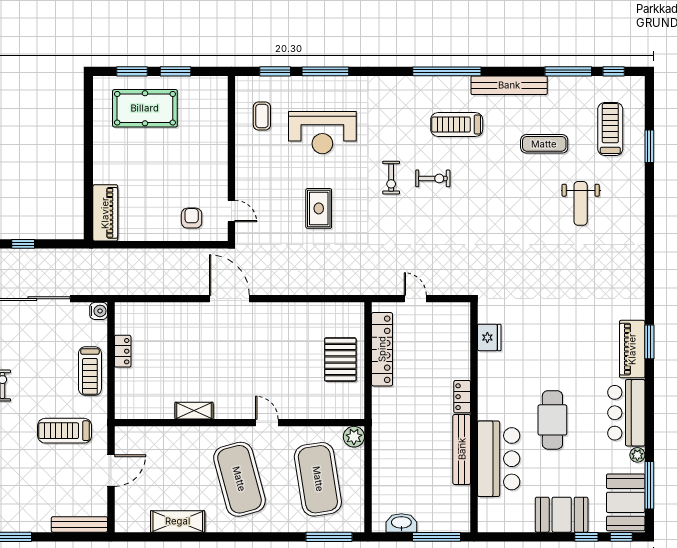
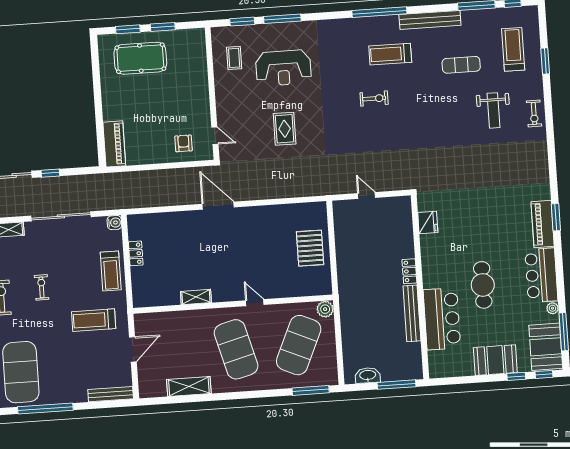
exercise bike: (391, 178) -> (534, 113), moved
locker: (382, 349) -> (343, 238), removed
exercise mat: (318, 479) -> (299, 345), turned 33

